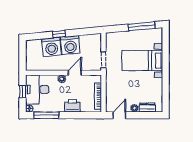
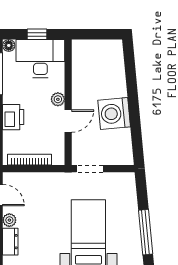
window: (59, 34) -> (133, 95), removed
washing machine: (52, 47) -> (111, 82), removed
door: (75, 73) -> (68, 121), hinge flipped

